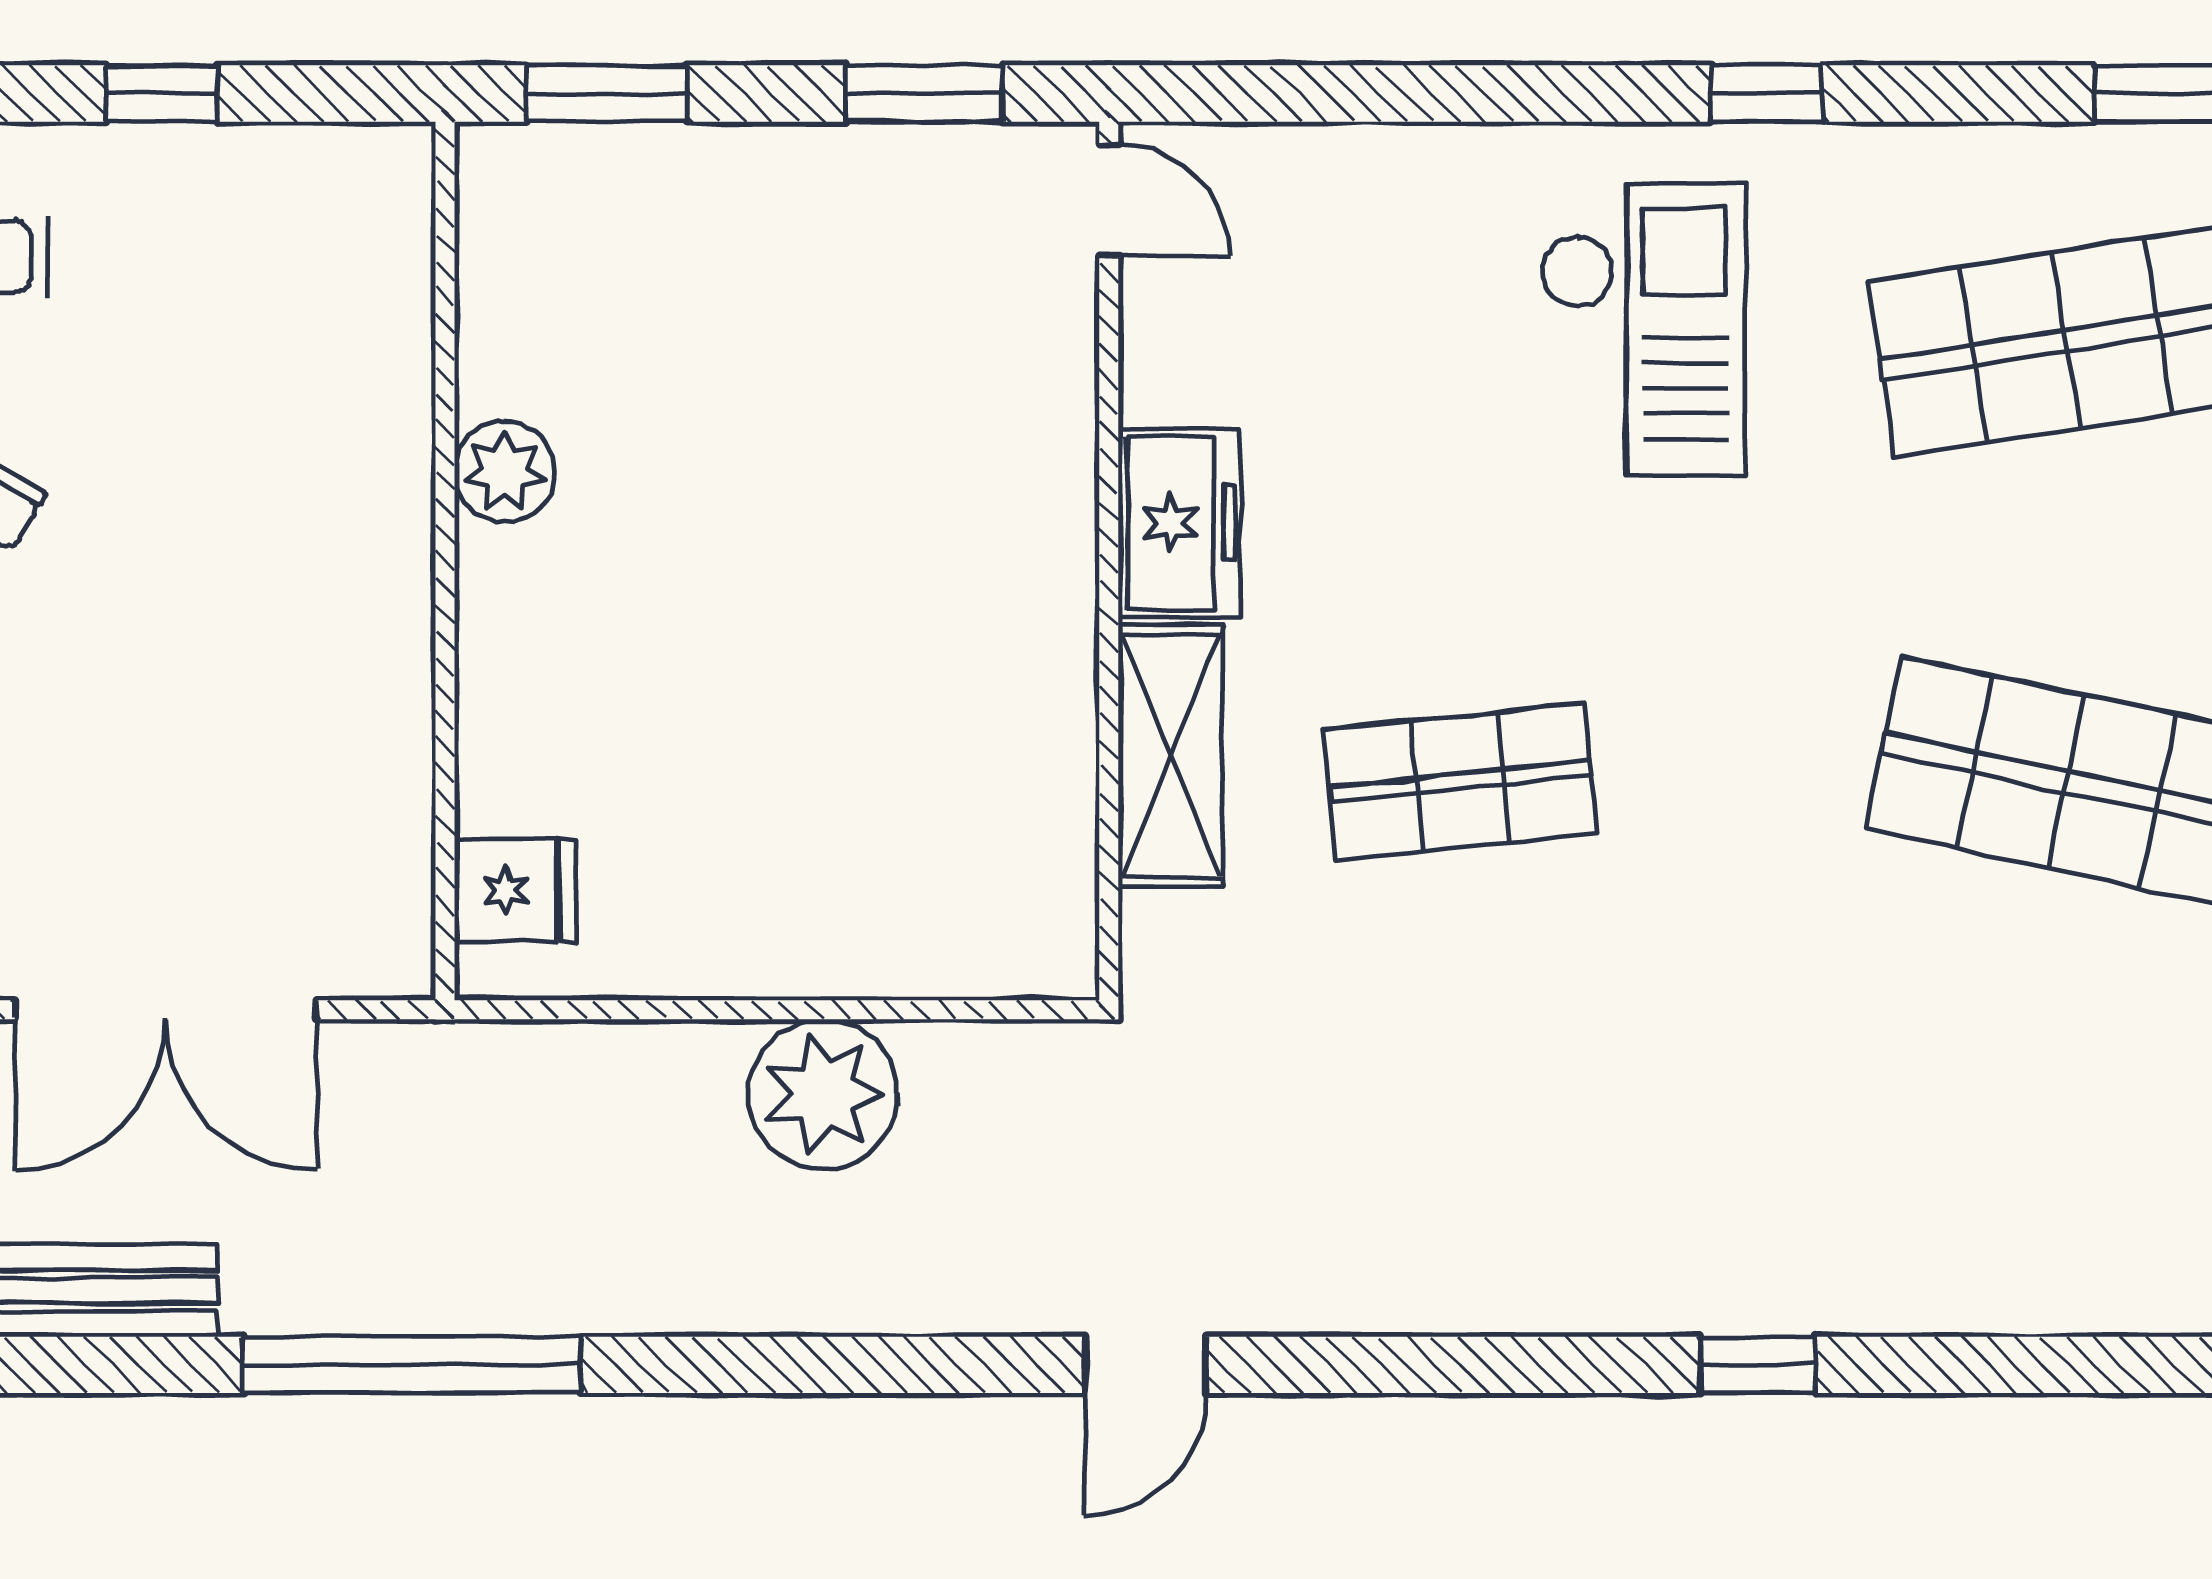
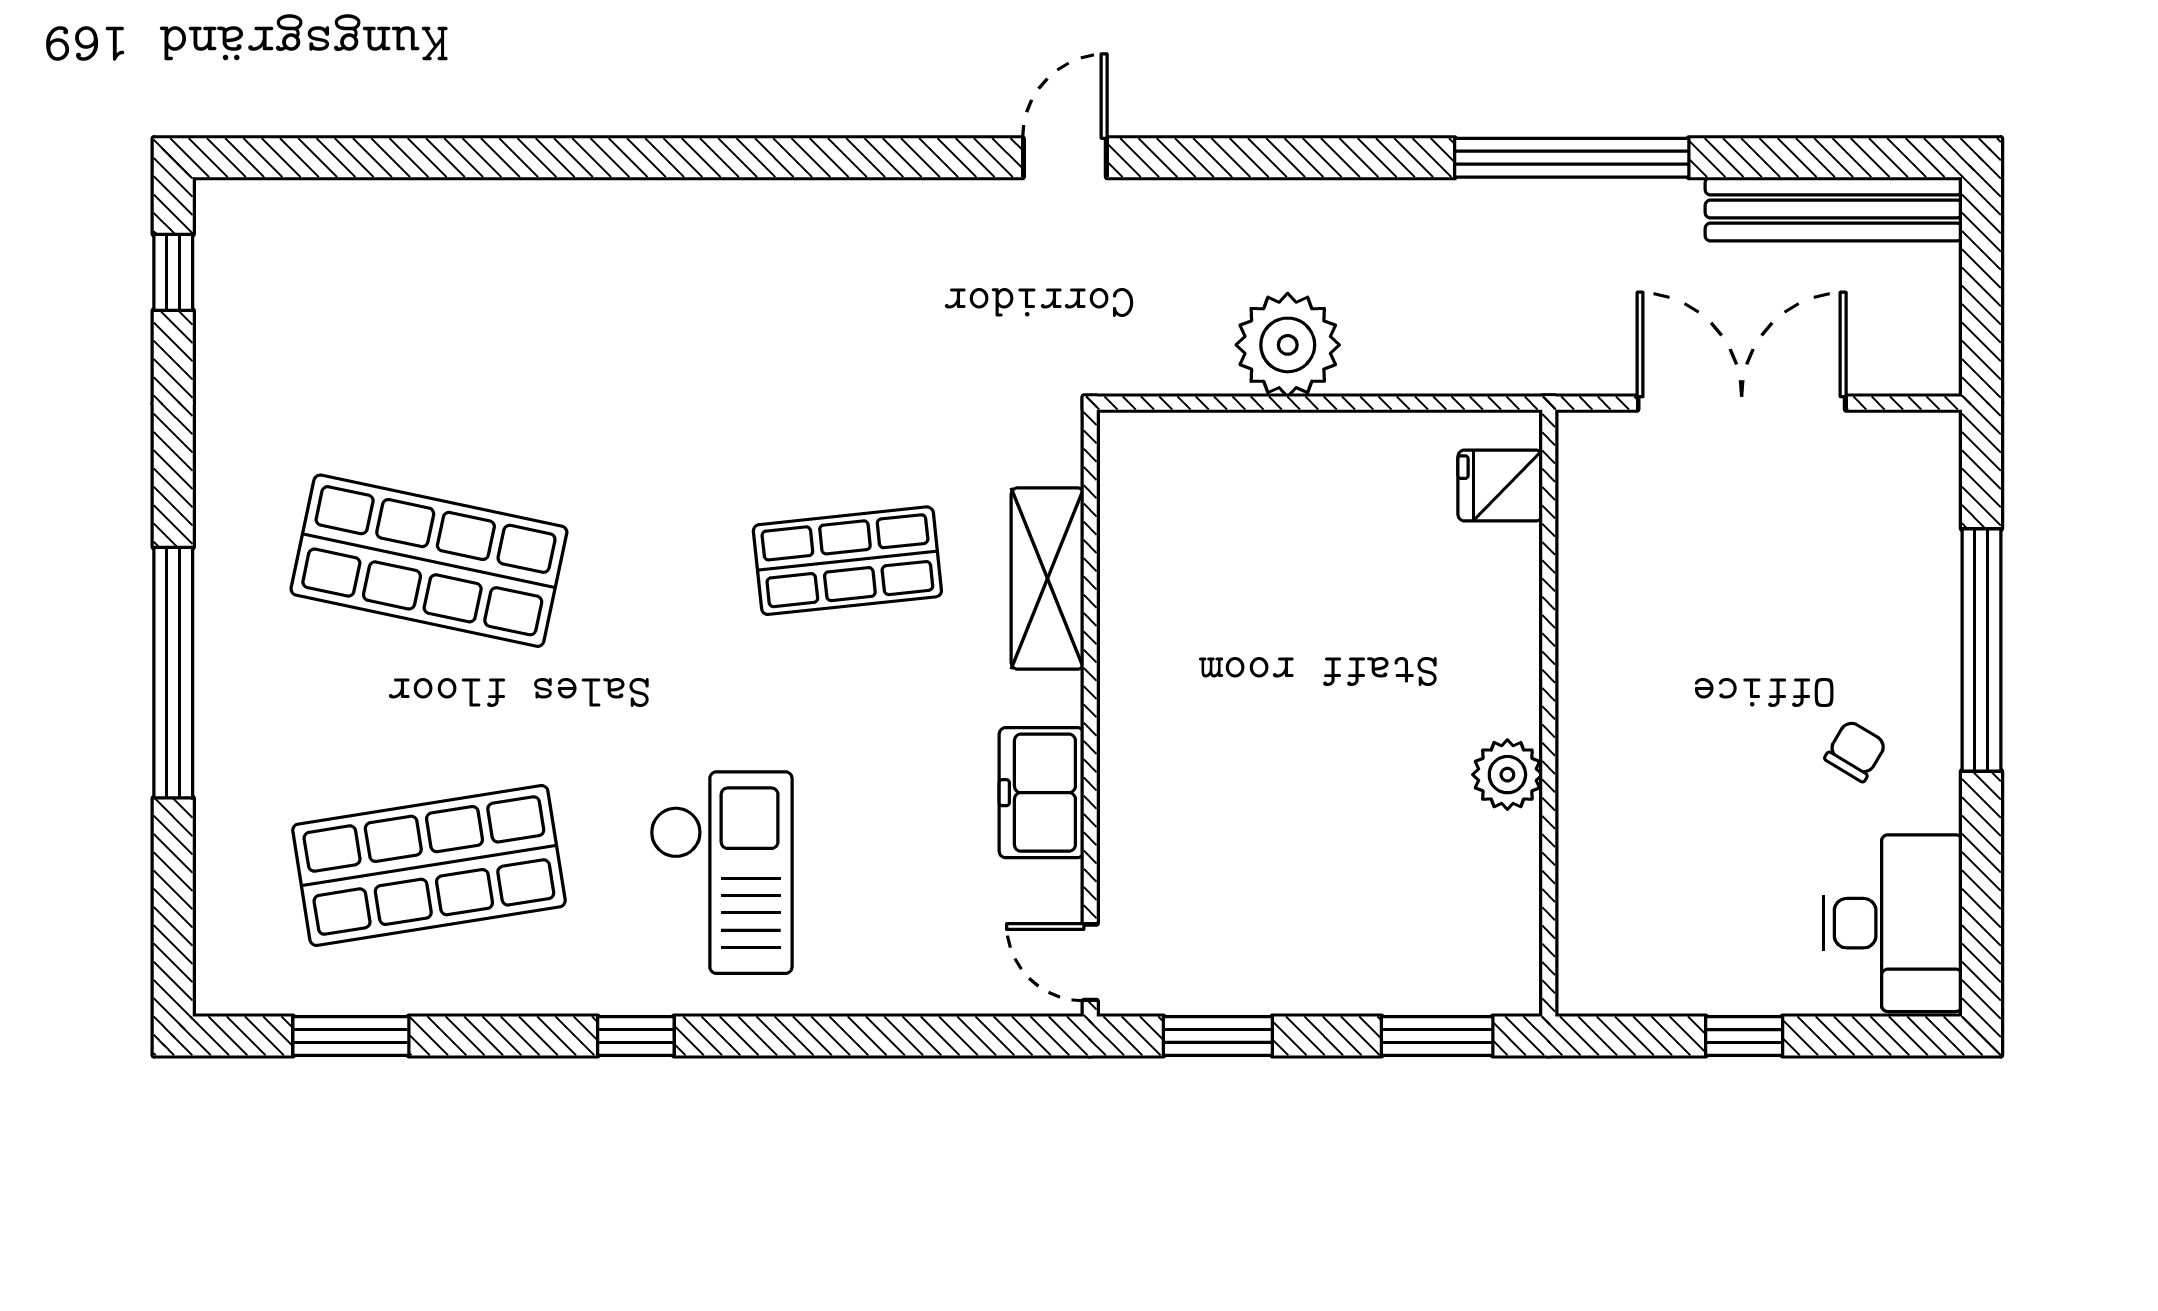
checkout: (1643, 330) -> (721, 873), turned 180
freezer: (1179, 523) -> (1042, 793), moved
window: (1758, 1365) -> (642, 158), removed

